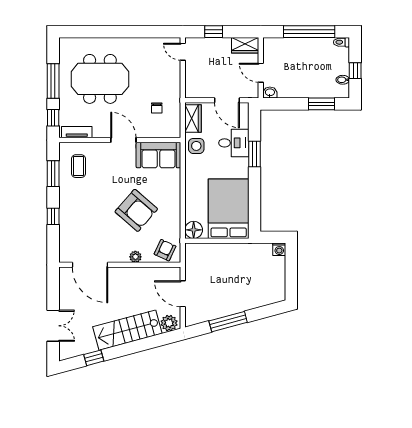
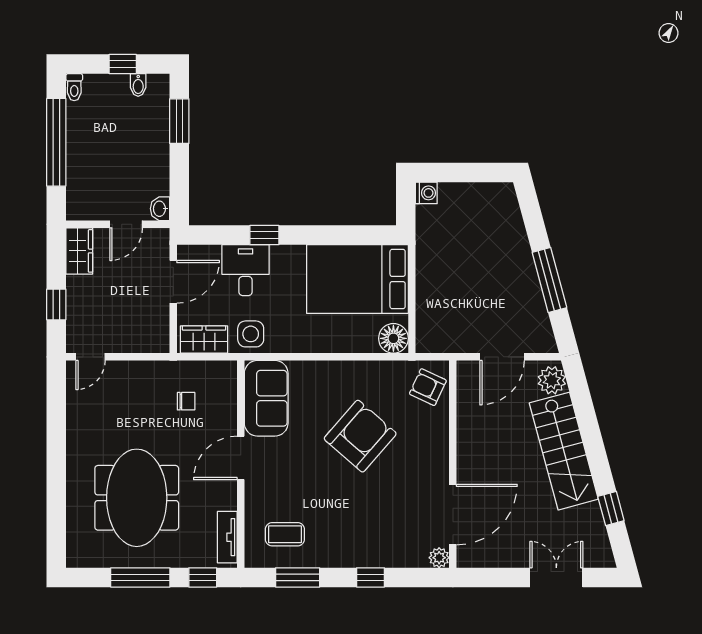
window: (254, 154) -> (264, 235), width x0.67
plant: (135, 257) -> (439, 558), moved

